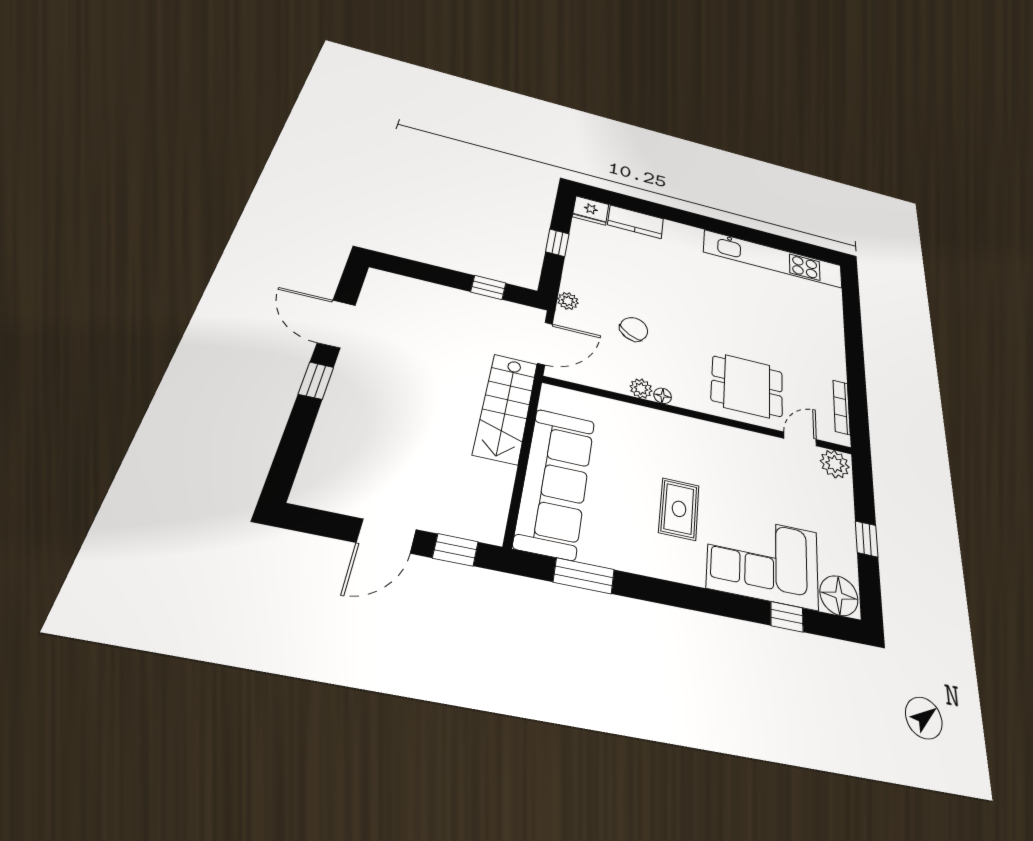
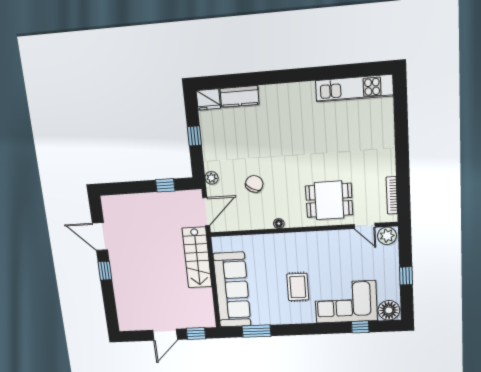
kitchen unit: (773, 259) -> (354, 88), width x0.73
plant: (641, 389) -> (266, 223), removed
door: (800, 439) -> (365, 226), swing flipped

